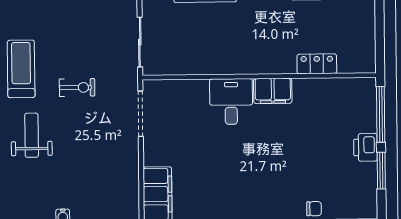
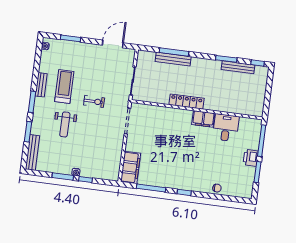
locker: (317, 64) -> (186, 102), moved, width x1.53
desk: (231, 102) -> (226, 128), moved
weight bench: (32, 135) -> (65, 124), turned 180

